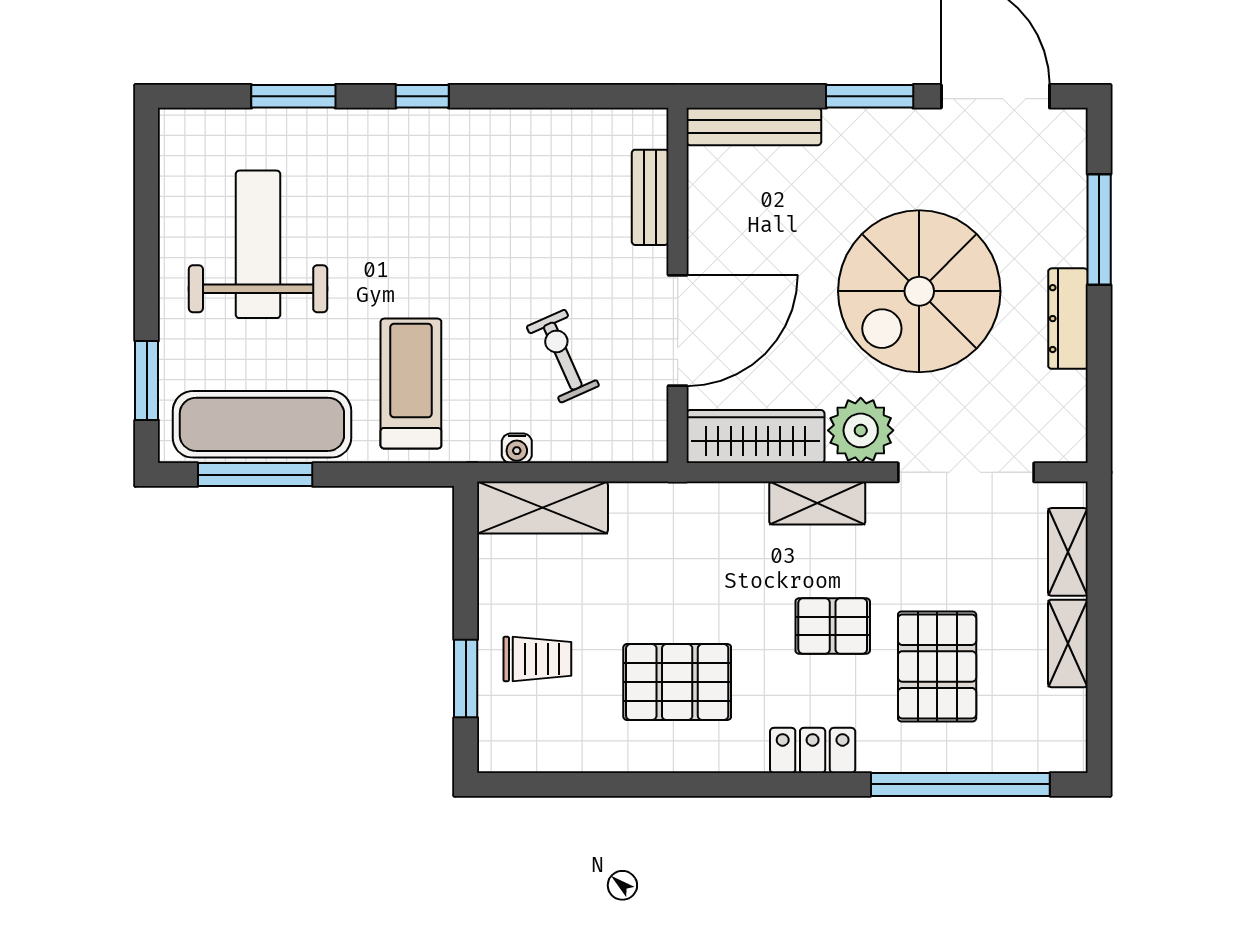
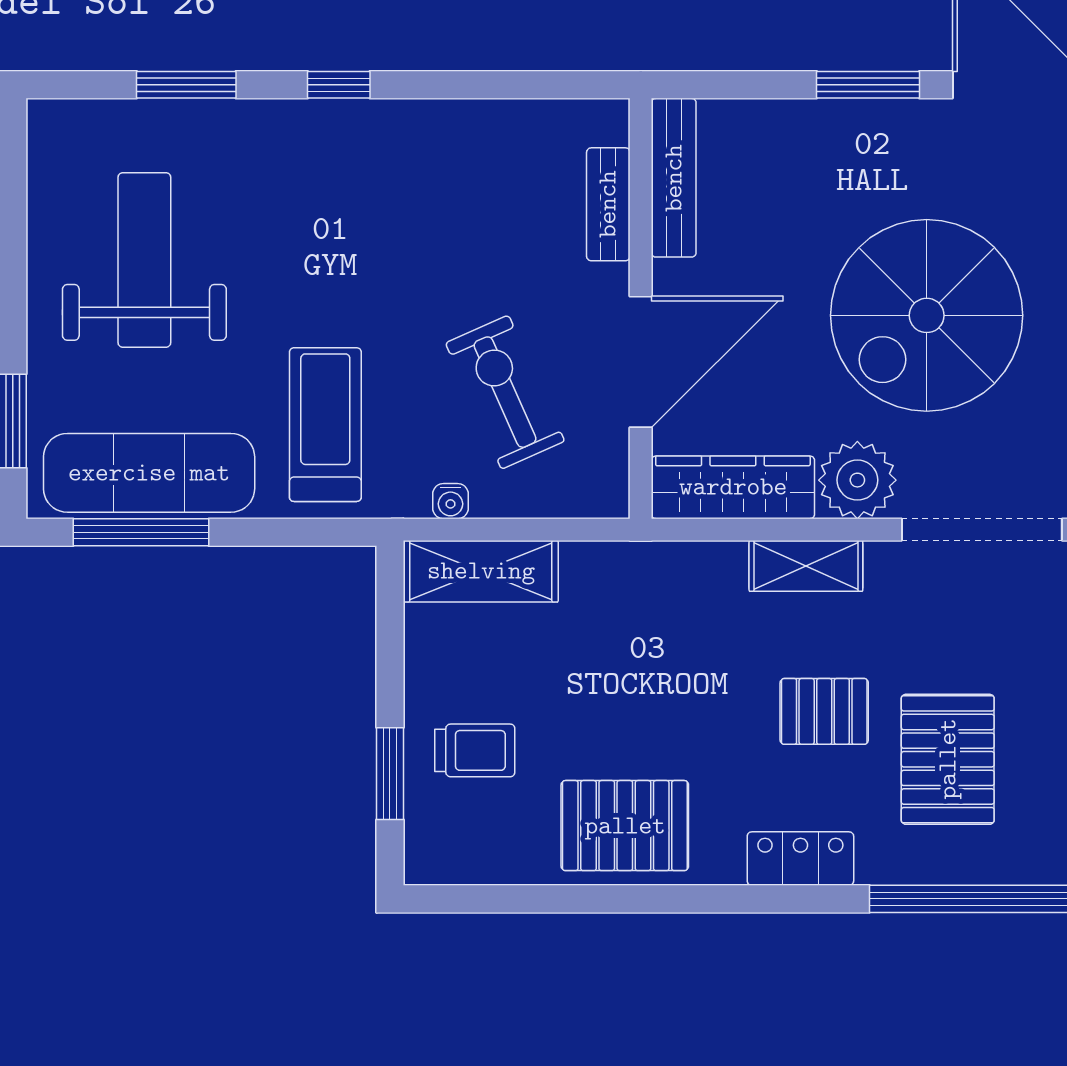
bench: (754, 126) -> (674, 178), moved, turned 90
exercise bike: (563, 356) -> (505, 392), width x1.38, depth x1.39
pallet: (677, 682) -> (625, 826), moved

